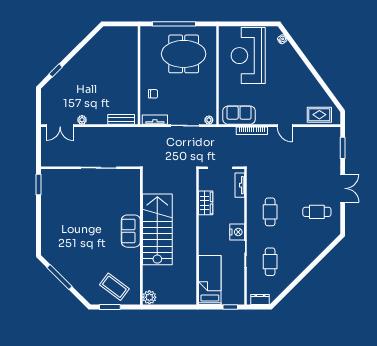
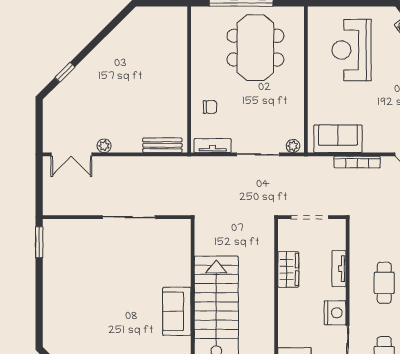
meeting table: (184, 54) -> (255, 48), turned 90
reception desk: (248, 56) -> (352, 50), width x0.74, depth x0.77
tv unit: (240, 185) -> (339, 269), moved

